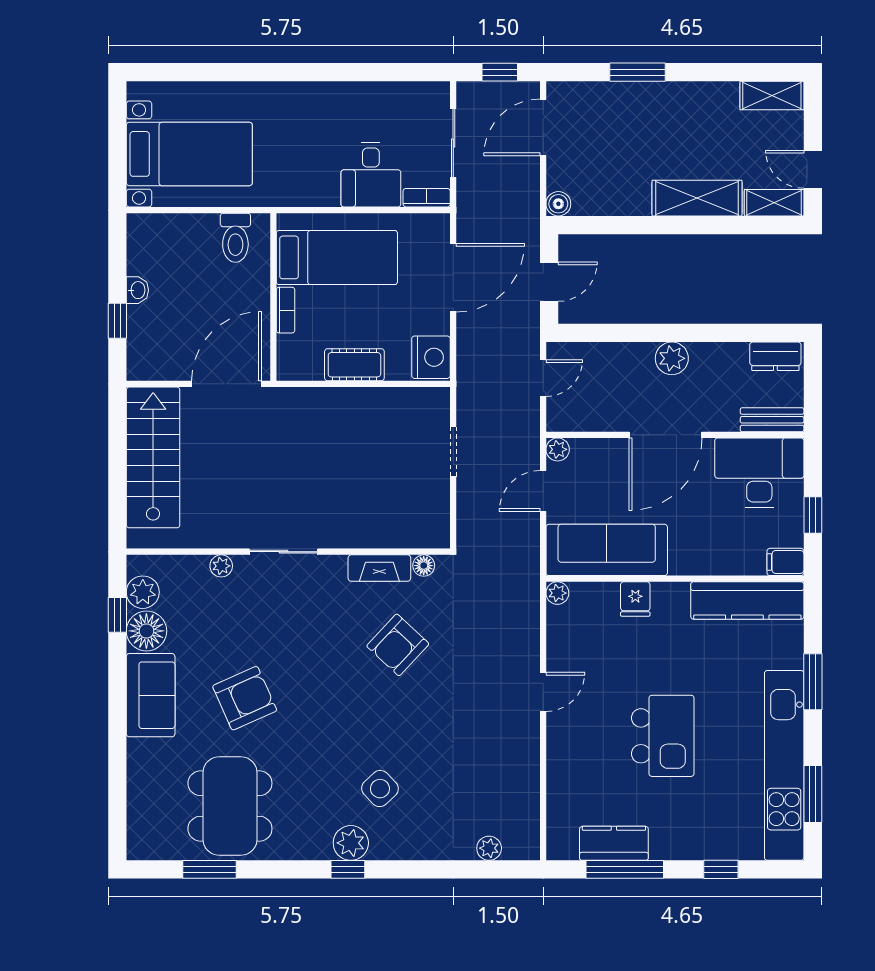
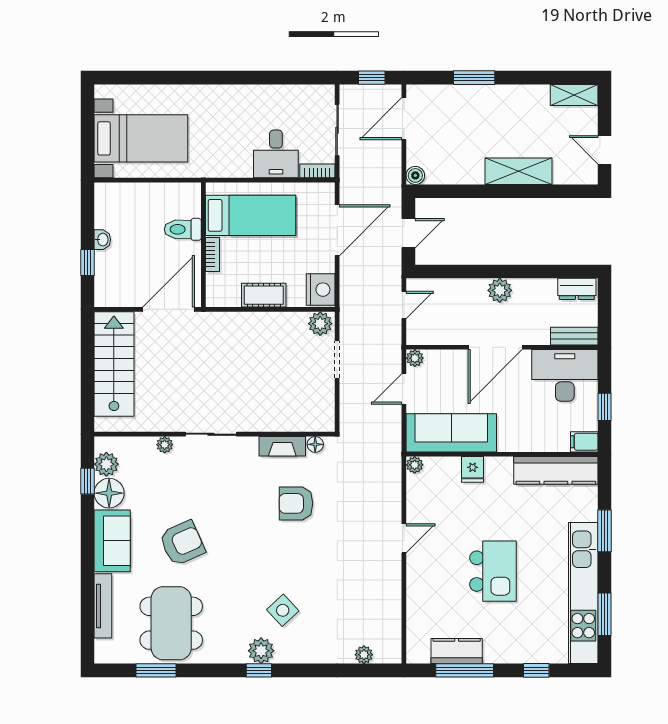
shelving: (774, 203) -> (576, 175), removed
toilet: (235, 238) -> (183, 229), moved, turned 90
plant: (430, 403) -> (320, 324), added
armchair: (398, 645) -> (296, 503), turned 47
tv unit: (138, 783) -> (103, 606), added

